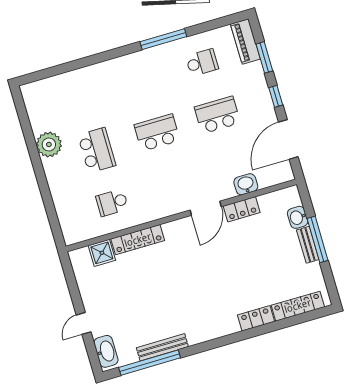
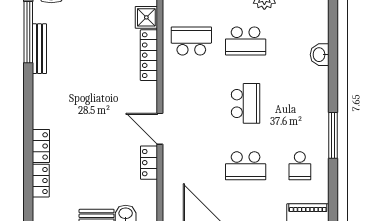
school desk: (217, 115) -> (246, 166), turned 90
washbasin: (246, 184) -> (320, 55), moved, turned 180
school desk: (112, 203) -> (191, 41), width x1.85
locker: (298, 306) -> (41, 181), width x0.66

